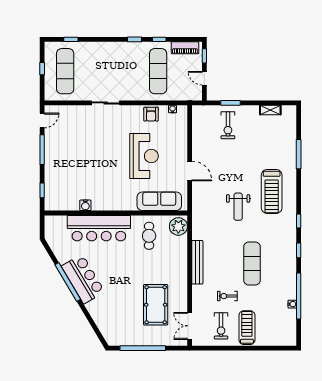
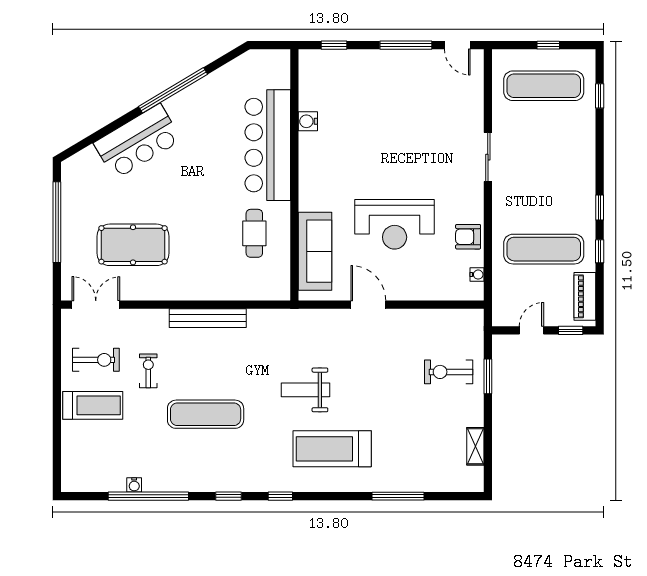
door: (190, 171) -> (368, 305), swing flipped
plant: (178, 226) -> (271, 285), removed
cafe table: (149, 236) -> (254, 233), turned 90
bar counter: (83, 279) -> (138, 141), moved
exercise bike: (221, 326) -> (96, 360), turned 180

